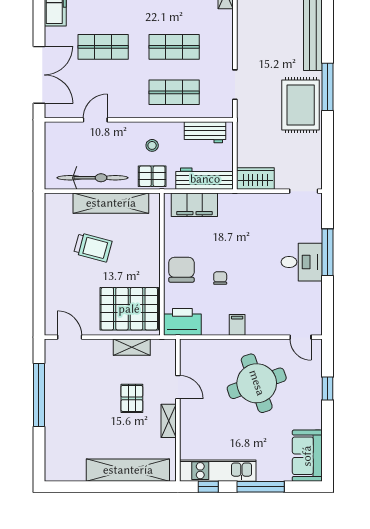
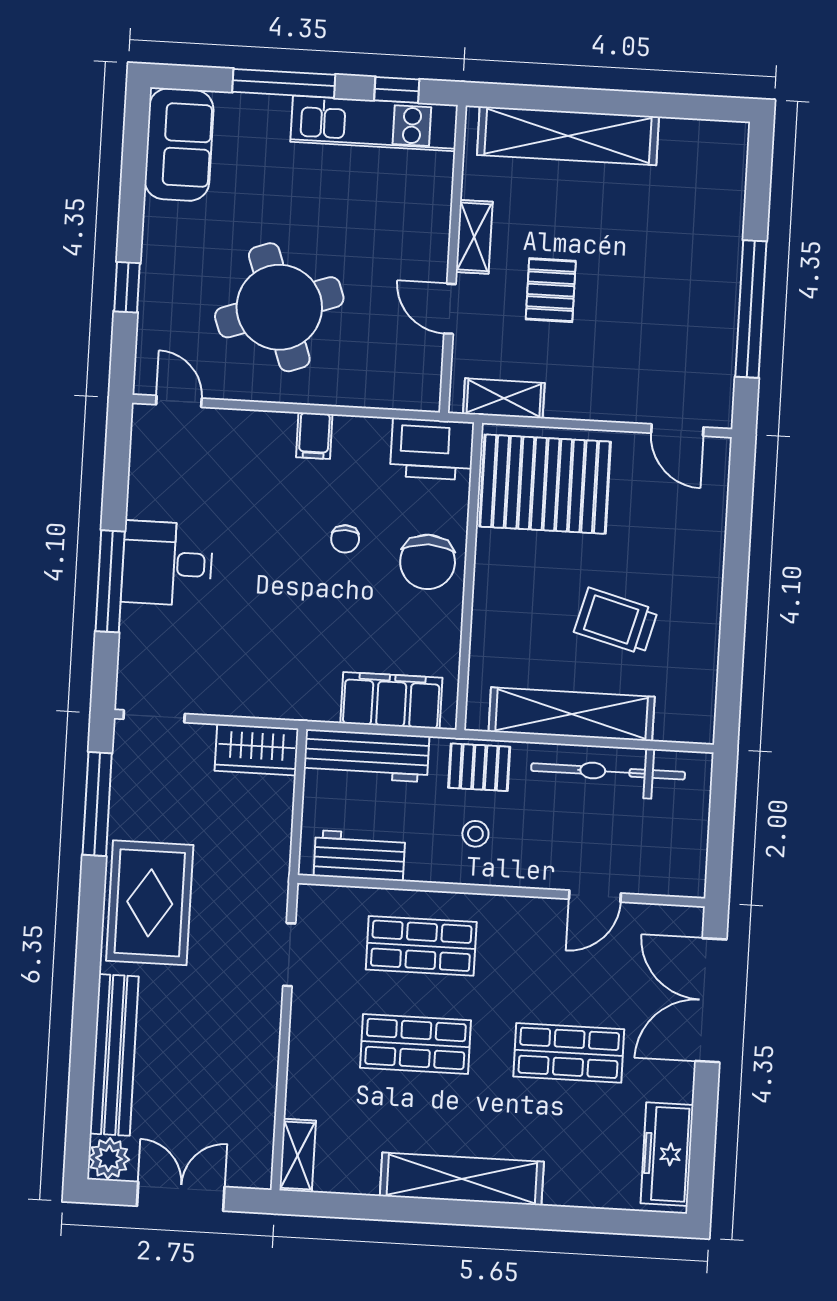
window: (327, 87) -> (97, 804), moved
shelving: (132, 347) -> (504, 398), moved

